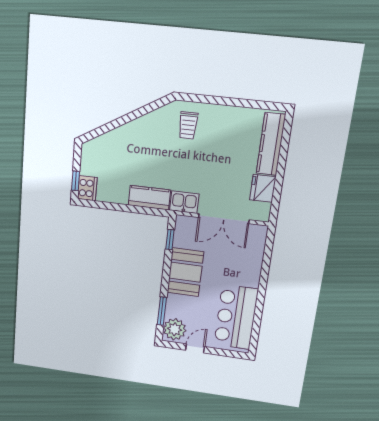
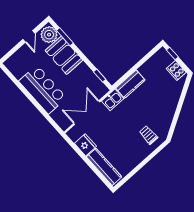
cooker: (87, 188) -> (176, 71), moved
booth: (185, 272) -> (64, 55), moved
bar counter: (236, 317) -> (43, 89), moved

